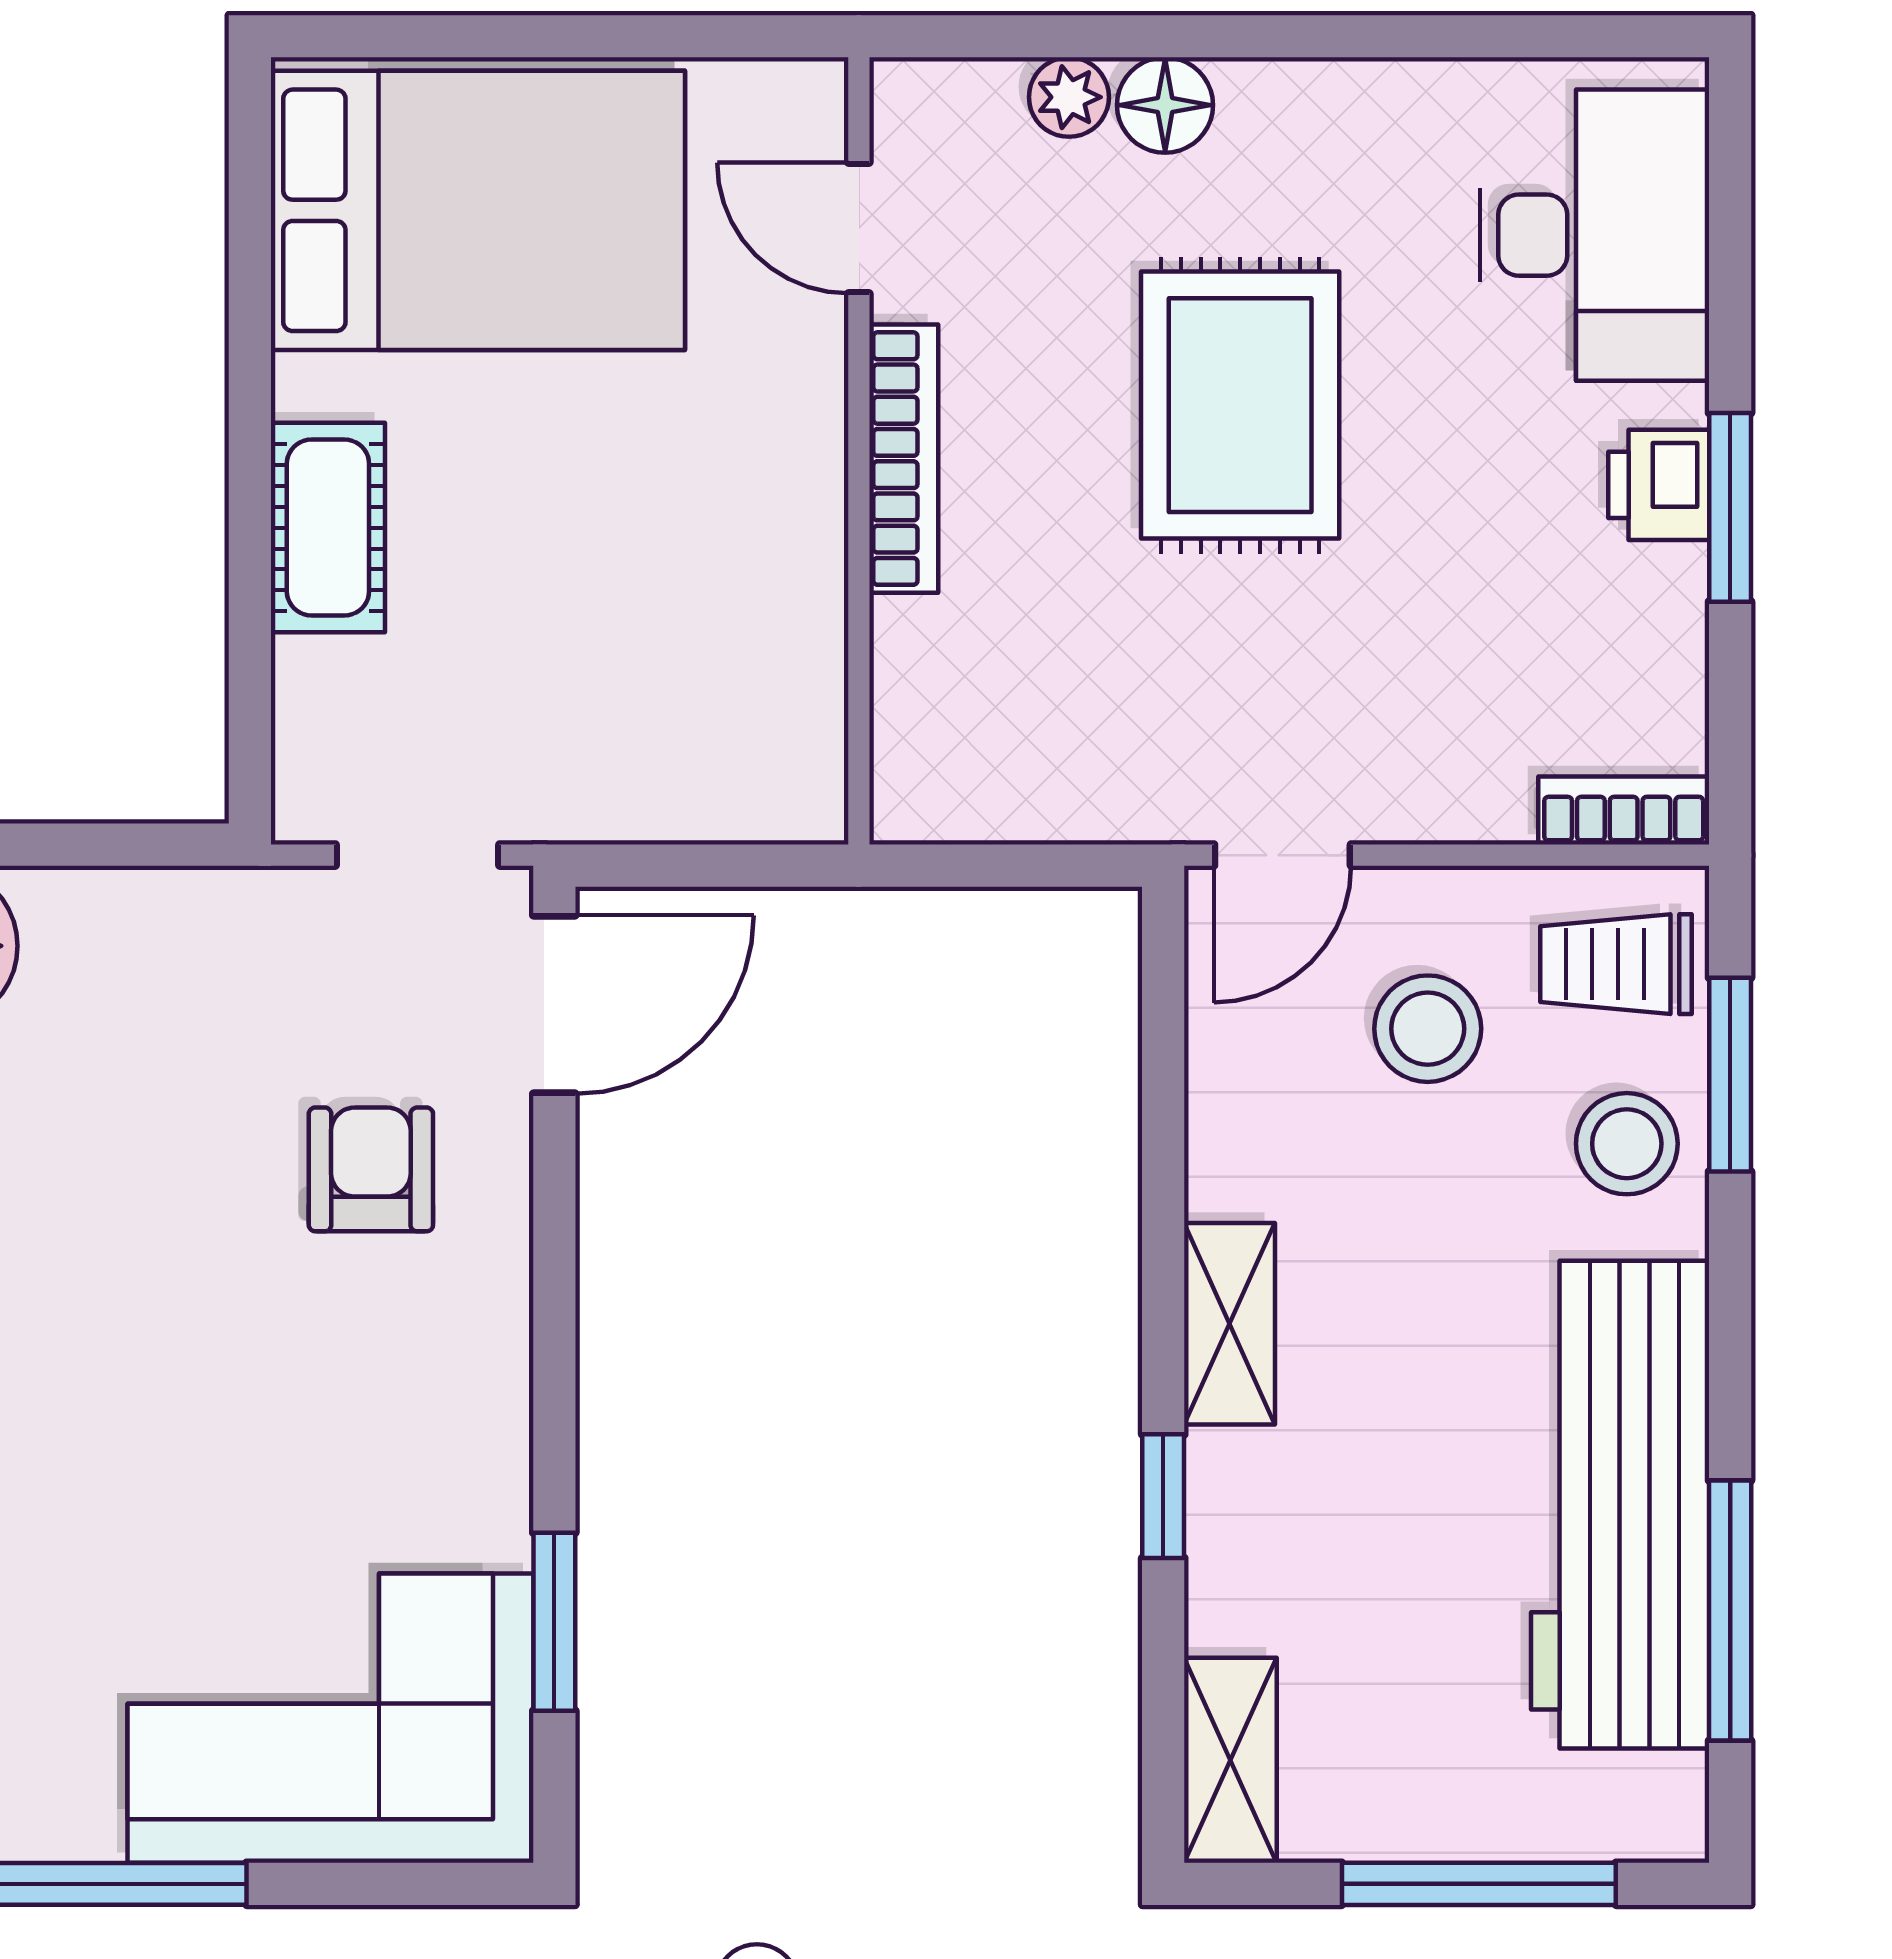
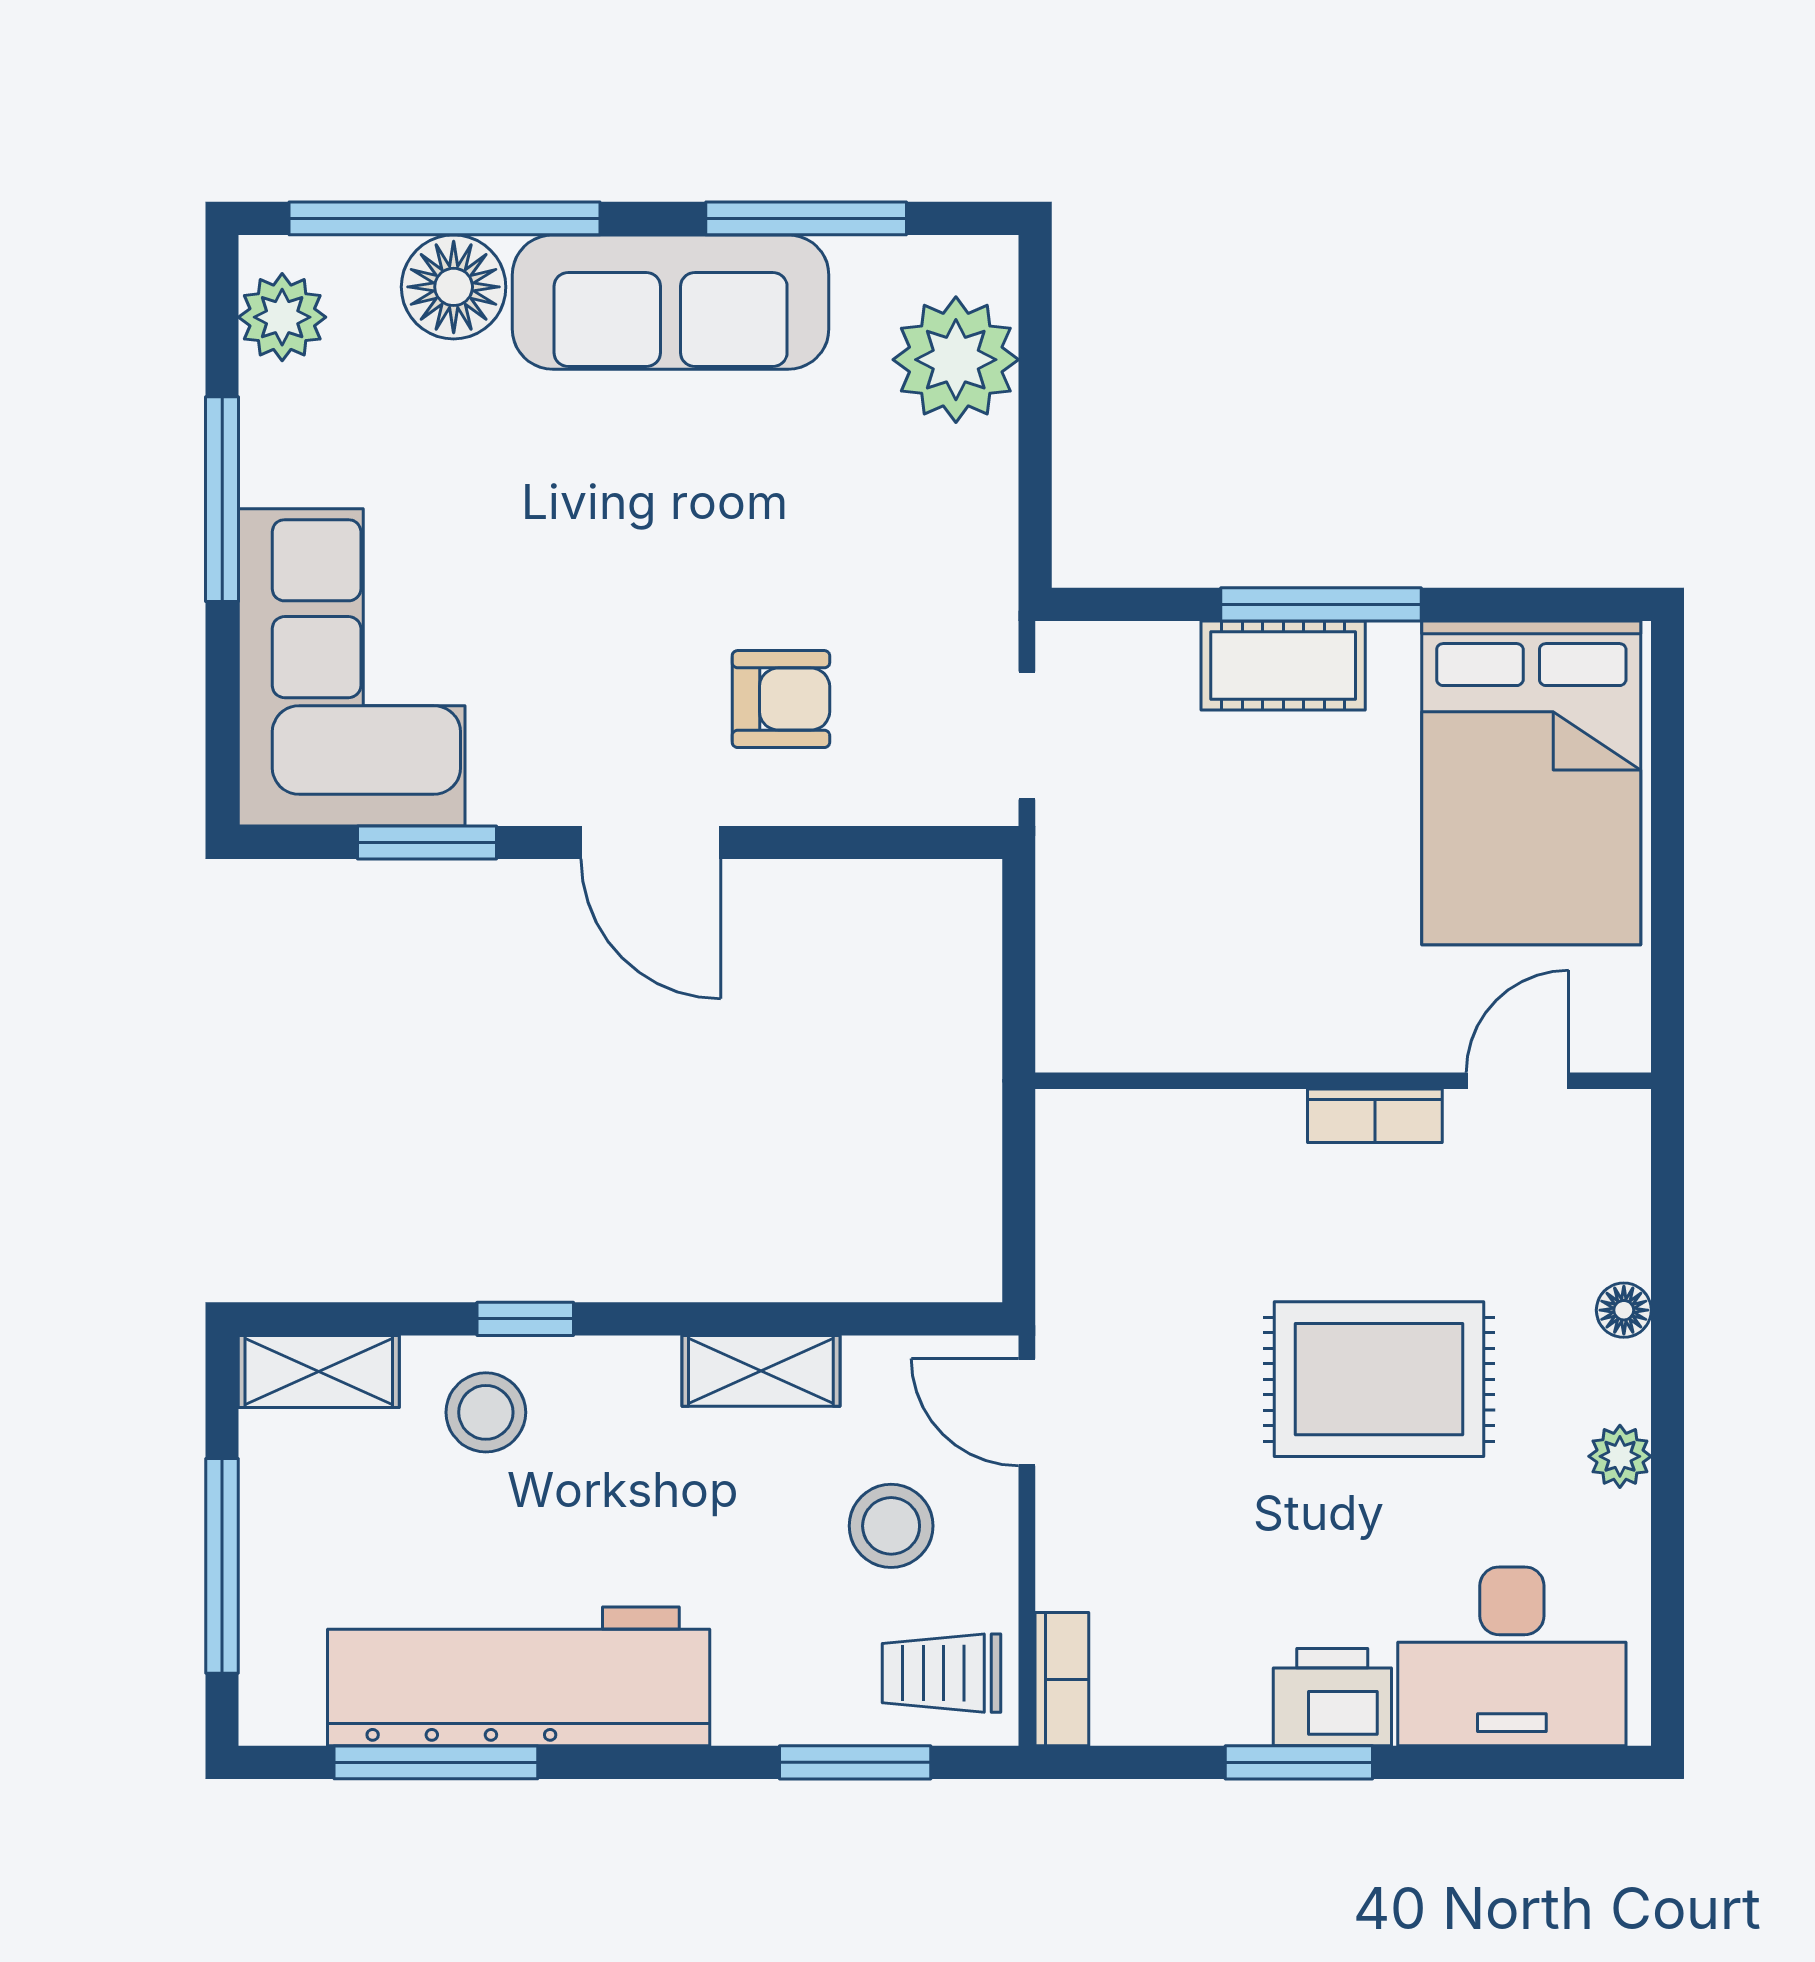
plant: (1069, 97) -> (1620, 1456), moved
floor lamp: (1165, 105) -> (1624, 1310), width x0.73, depth x0.73
bookcase: (904, 459) -> (1375, 1116), width x0.64
window: (250, 479) -> (1321, 604), added
printer: (1659, 485) -> (1332, 1697), width x1.36, depth x1.24
trolley: (1616, 964) -> (942, 1673), turned -90
door: (554, 1004) -> (651, 843), moved
stool: (1627, 1144) -> (486, 1412), moved
shelving: (1230, 1324) -> (761, 1371), moved

